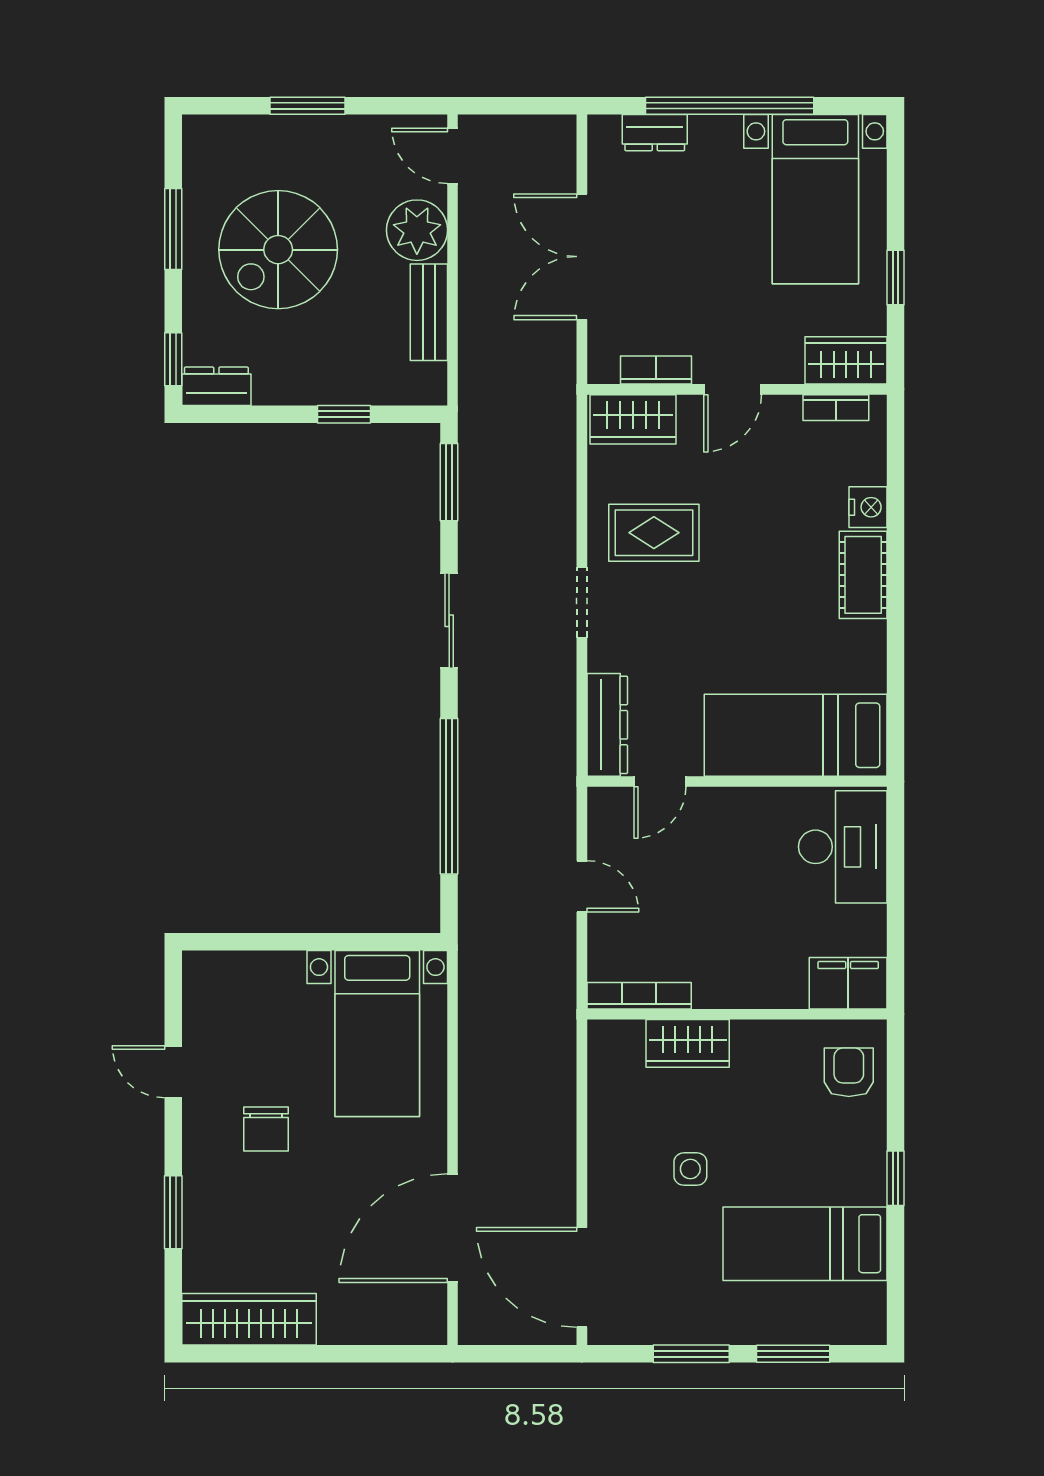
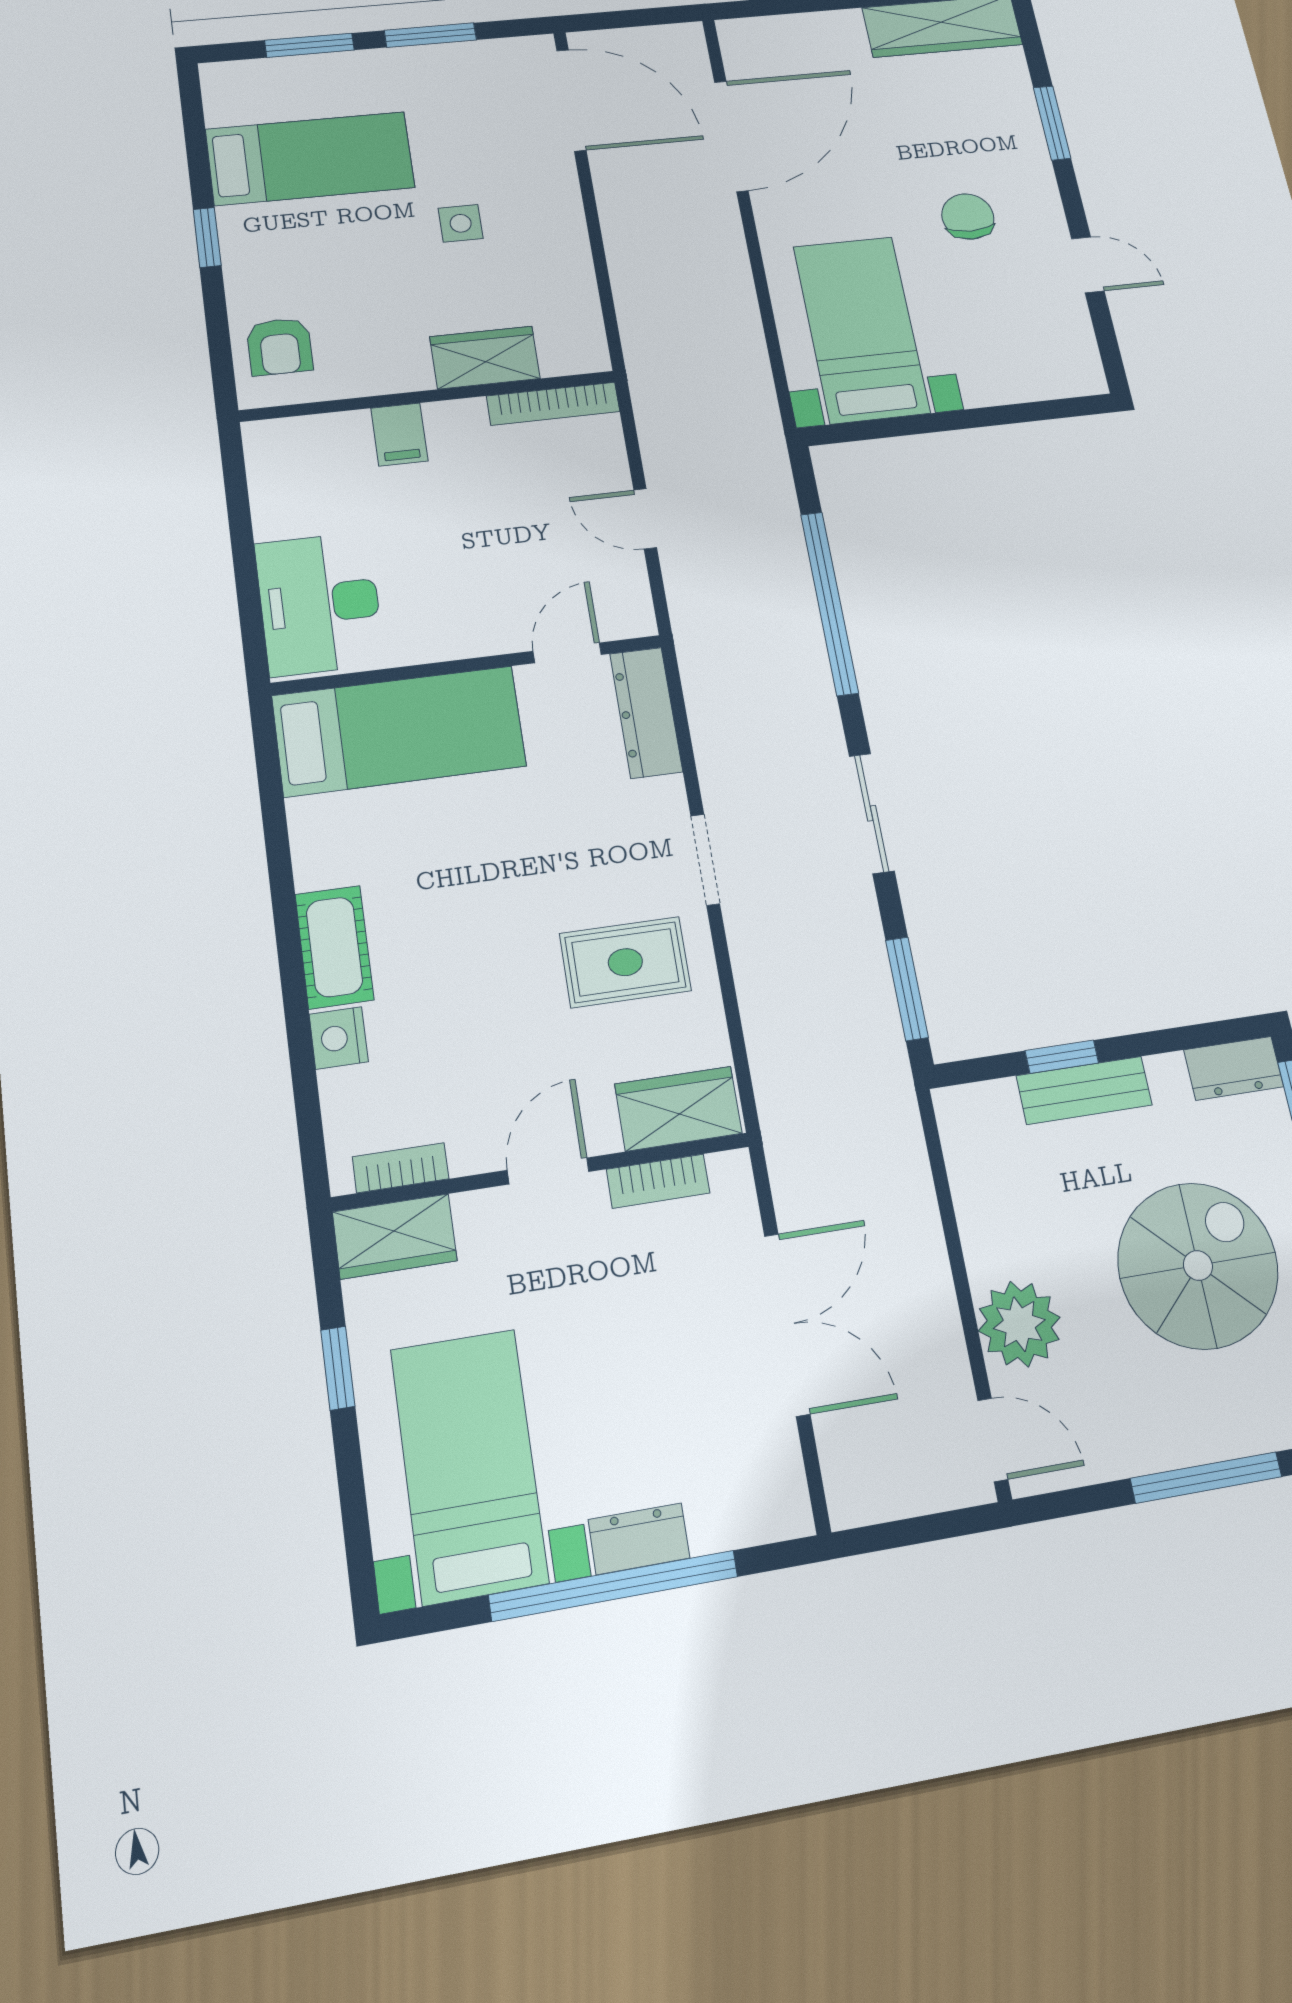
window: (307, 106) -> (1206, 1478), width x1.44
dresser: (655, 133) -> (639, 1539), moved
bench: (429, 312) -> (1084, 1090), moved, turned 90
filing cabinet: (848, 983) -> (399, 435), moved, width x0.50

